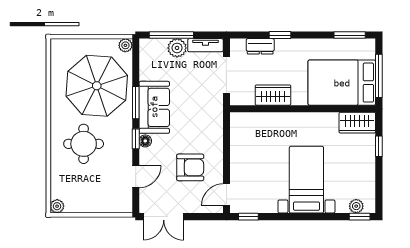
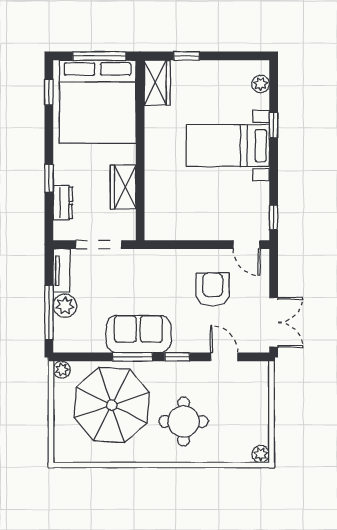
window: (350, 35) -> (49, 92), width x0.67
bed: (342, 83) -> (98, 102), width x1.36
floor lamp: (145, 141) -> (180, 345), removed
window: (360, 217) -> (274, 125), moved

